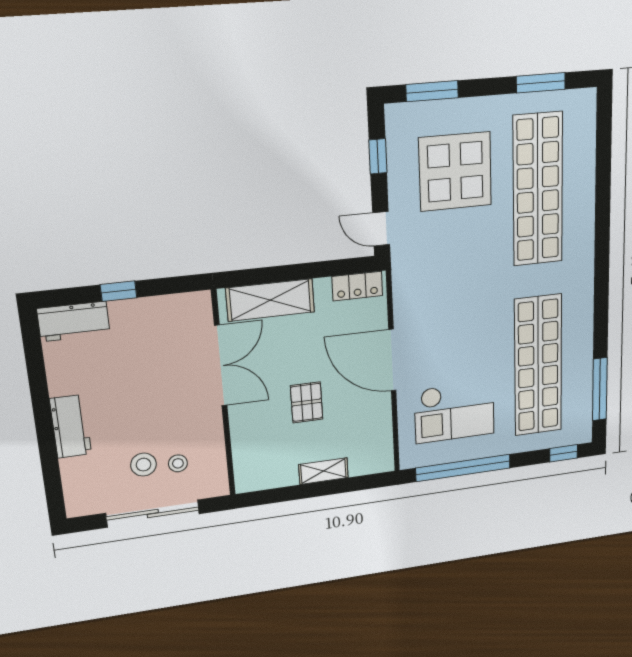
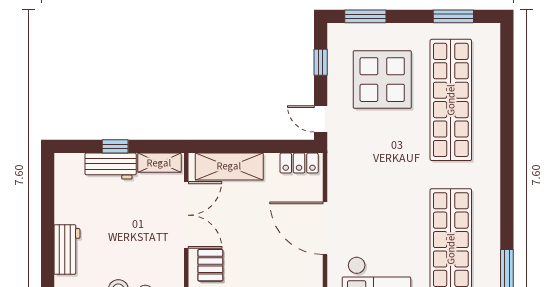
shelving: (180, 305) -> (159, 163), added
workbench: (73, 321) -> (111, 166), moved
pallet: (307, 402) -> (210, 265), moved

